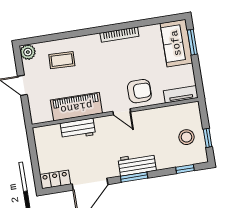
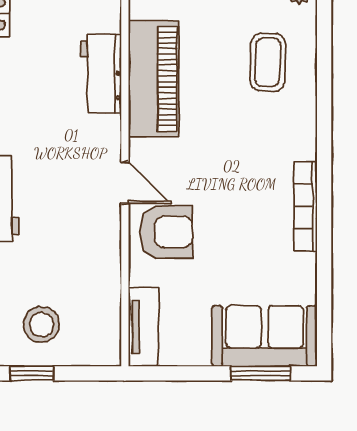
armchair: (139, 91) -> (166, 232), turned -90
door: (122, 112) -> (125, 183), swing flipped

